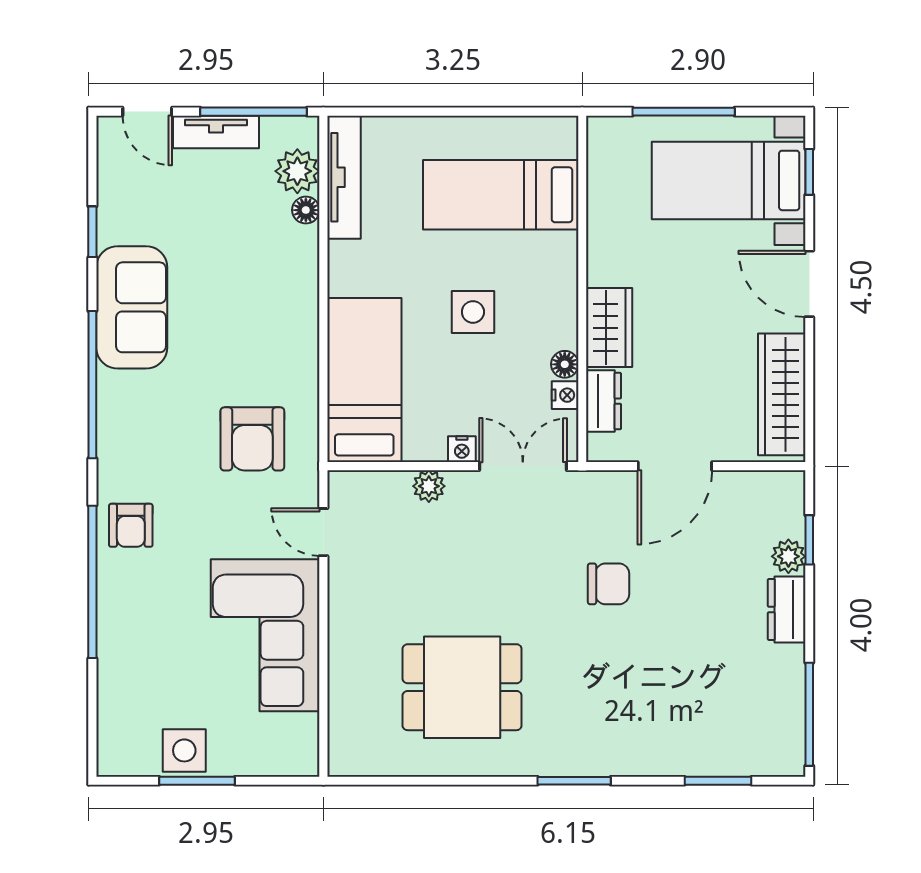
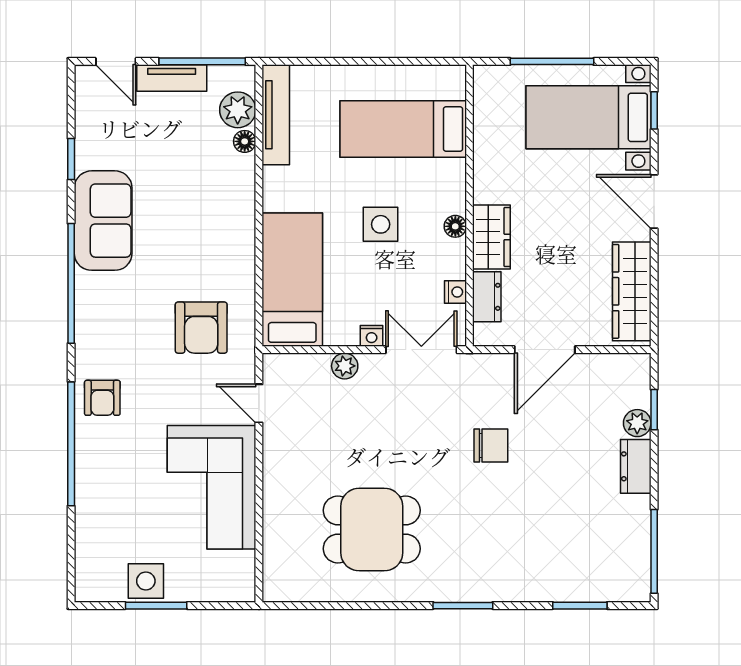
floor lamp: (565, 364) -> (455, 226), moved

